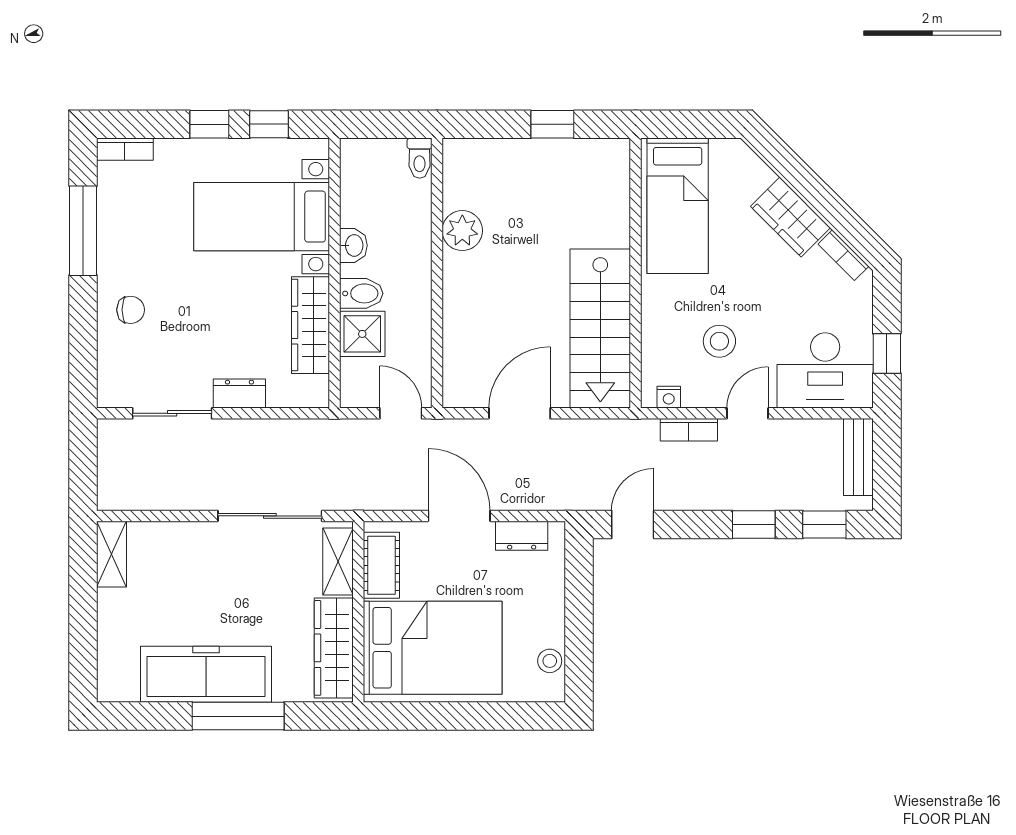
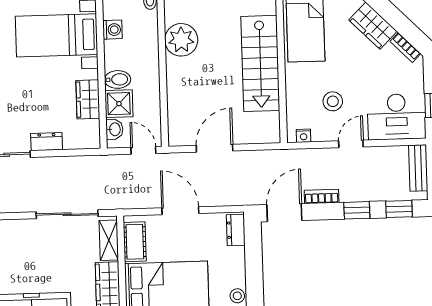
washing machine: (355, 210) -> (112, 30), added
plant: (462, 231) -> (181, 40), width x1.36, depth x1.36
washbasin: (353, 245) -> (114, 129), moved
wardrobe: (311, 325) -> (88, 99), width x0.67
stairs: (600, 329) -> (260, 63), moved
bookcase: (689, 430) -> (322, 196), moved, turned 180
door: (633, 524) -> (284, 213), width x1.38
dresser: (522, 536) -> (236, 230), moved, turned 90

